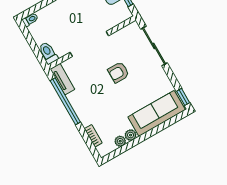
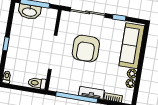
armchair: (118, 72) -> (86, 49), width x1.88, depth x1.88
tv unit: (62, 79) -> (91, 93), moved
window: (183, 97) -> (119, 18), moved

